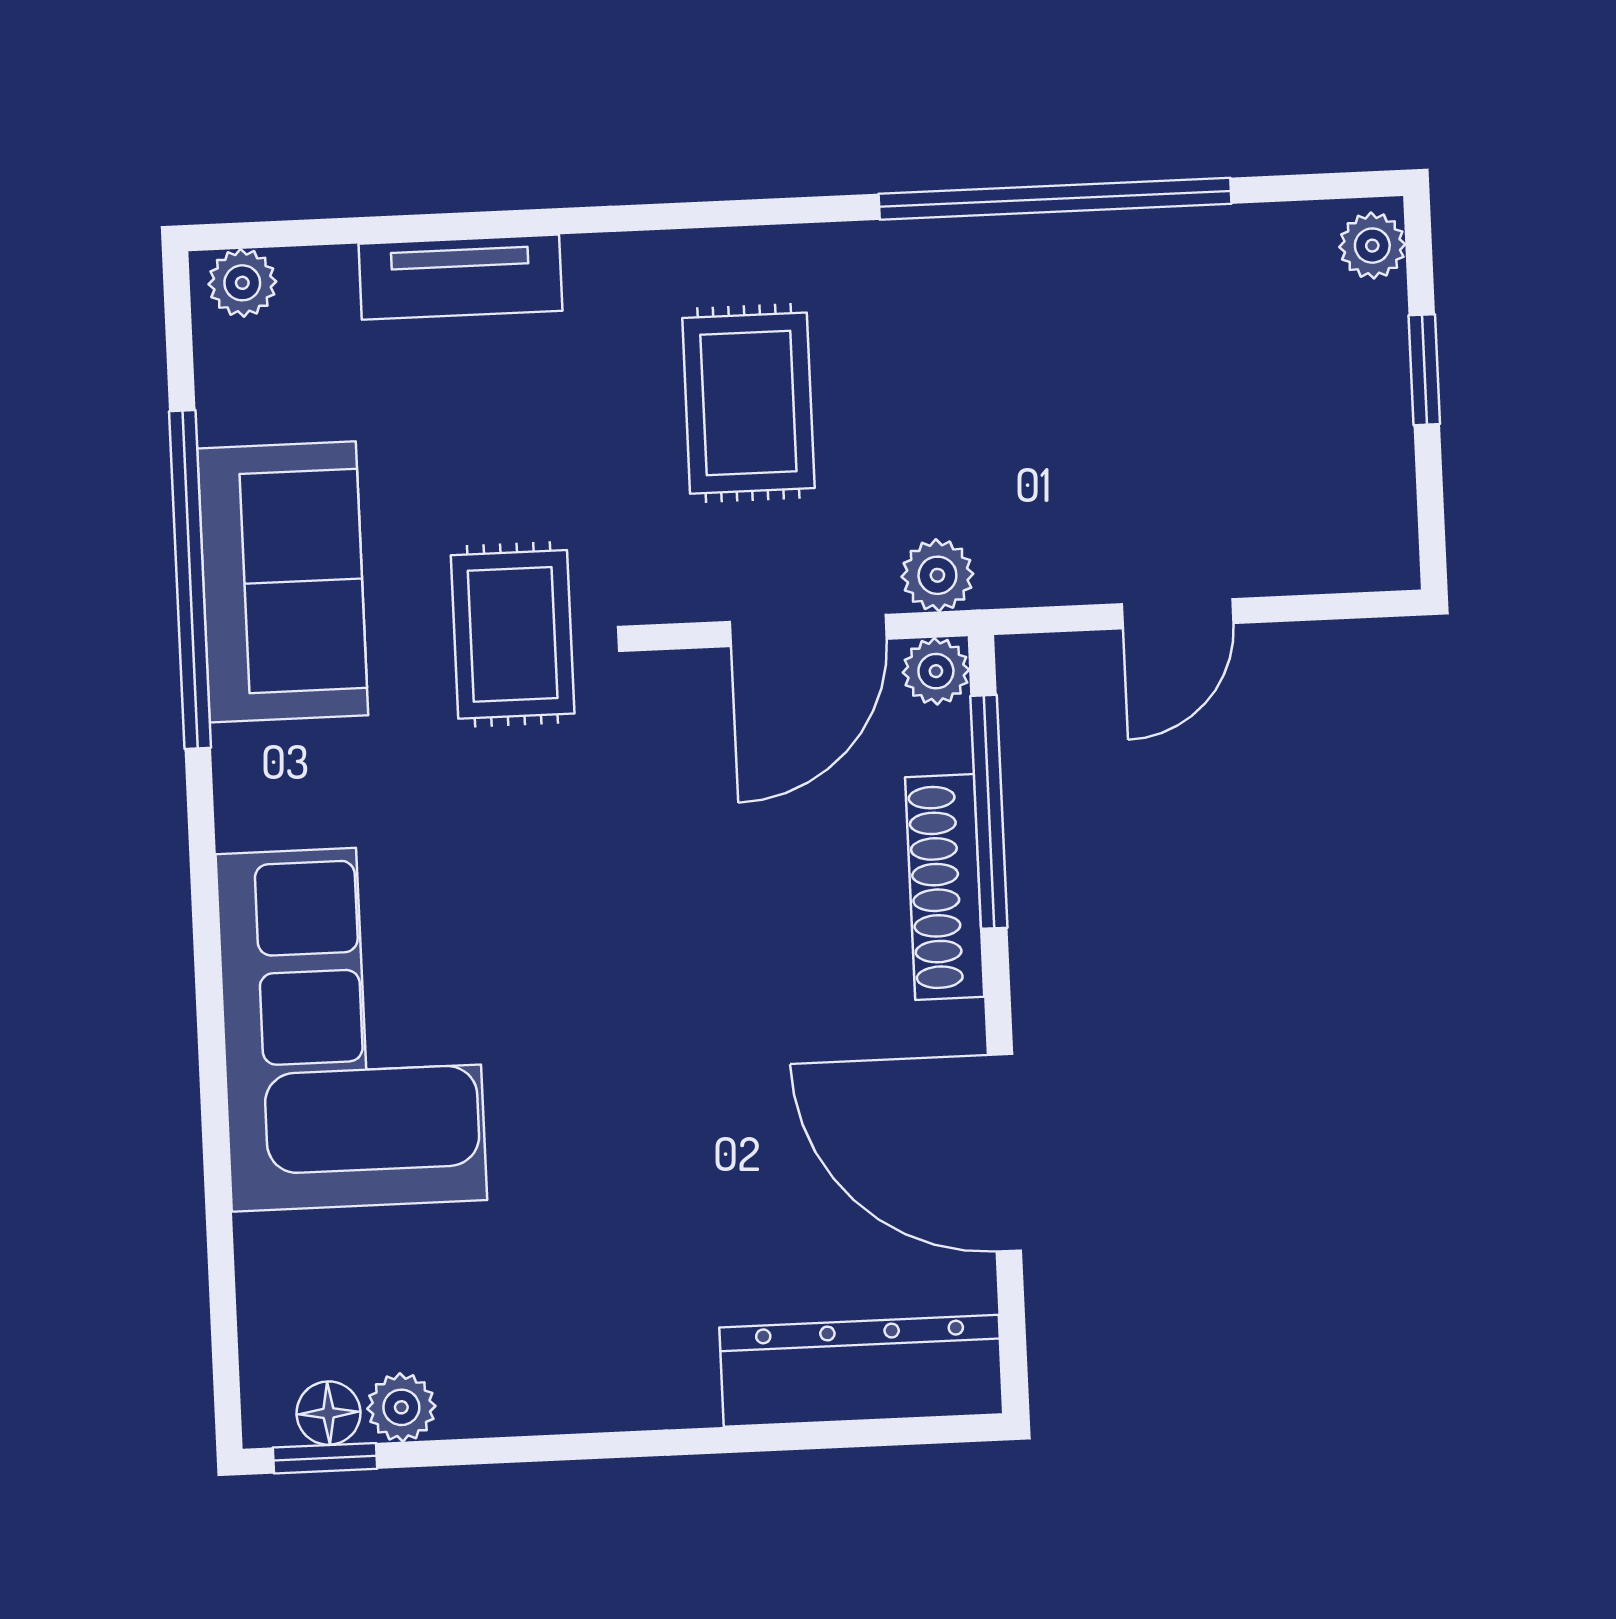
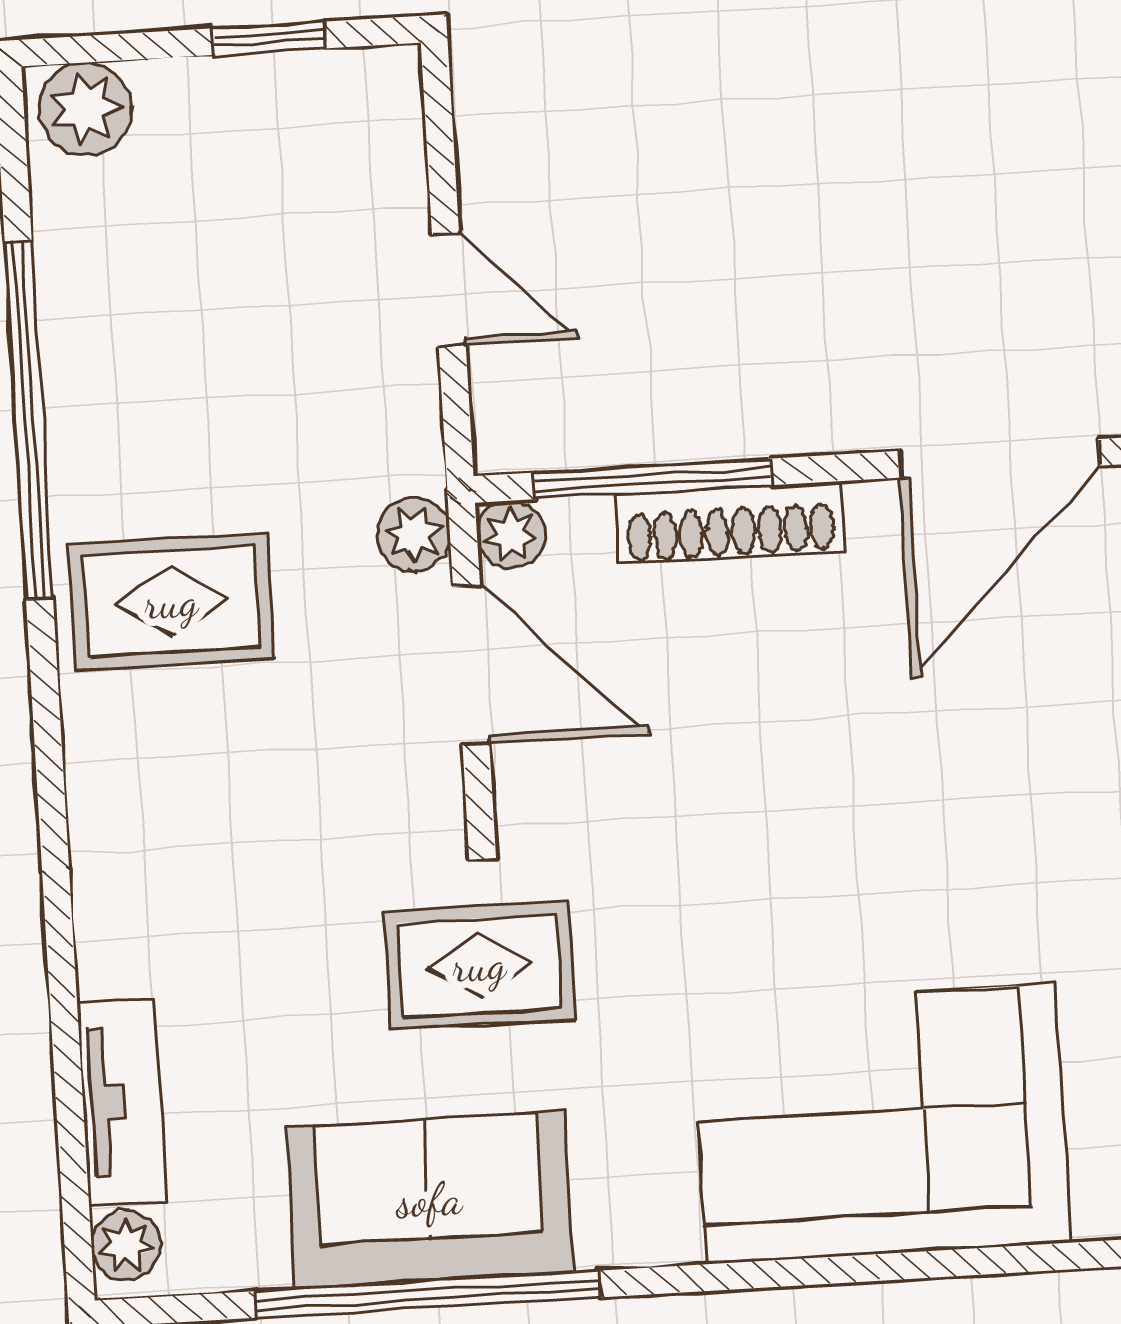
plant: (1372, 246) -> (85, 109), width x1.38, depth x1.38
tv unit: (460, 277) -> (122, 1102), moved
window: (1424, 370) -> (269, 38), moved
rug: (748, 403) -> (171, 602), moved

